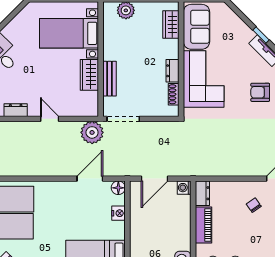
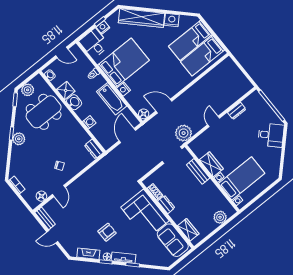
door: (50, 119) -> (214, 121), swing flipped
door: (90, 179) -> (164, 106), swing flipped
washing machine: (184, 188) -> (89, 122), moved
nightstand: (119, 213) -> (124, 89), moved
piano: (203, 225) -> (79, 132), removed
bathtub: (140, 232) -> (112, 99), added

